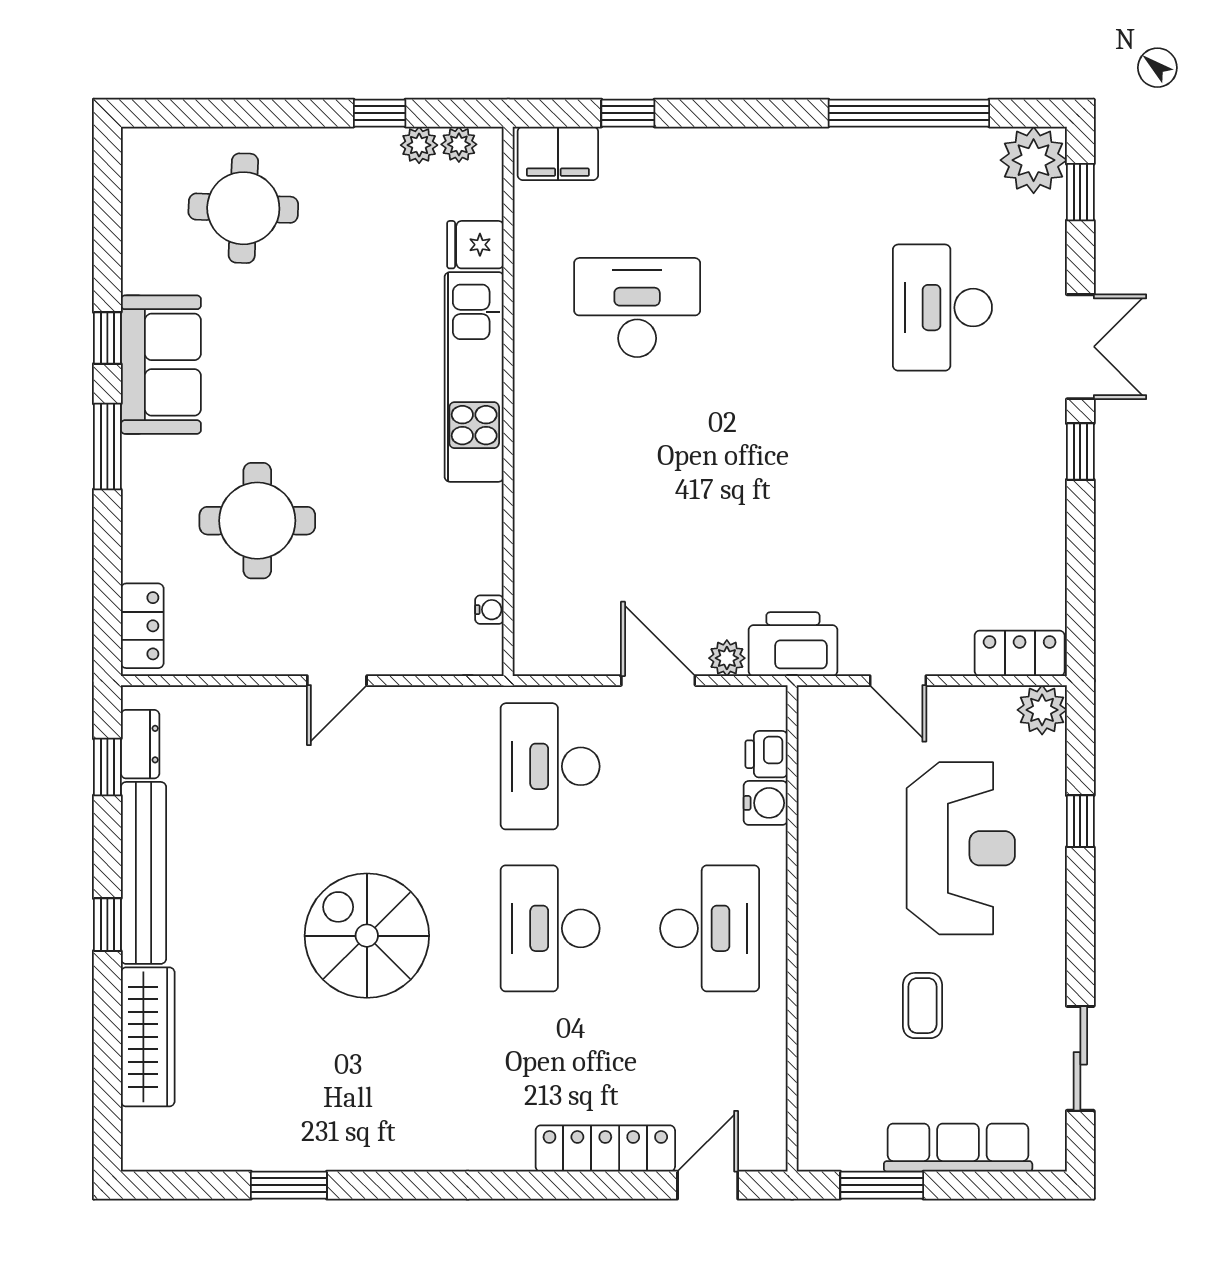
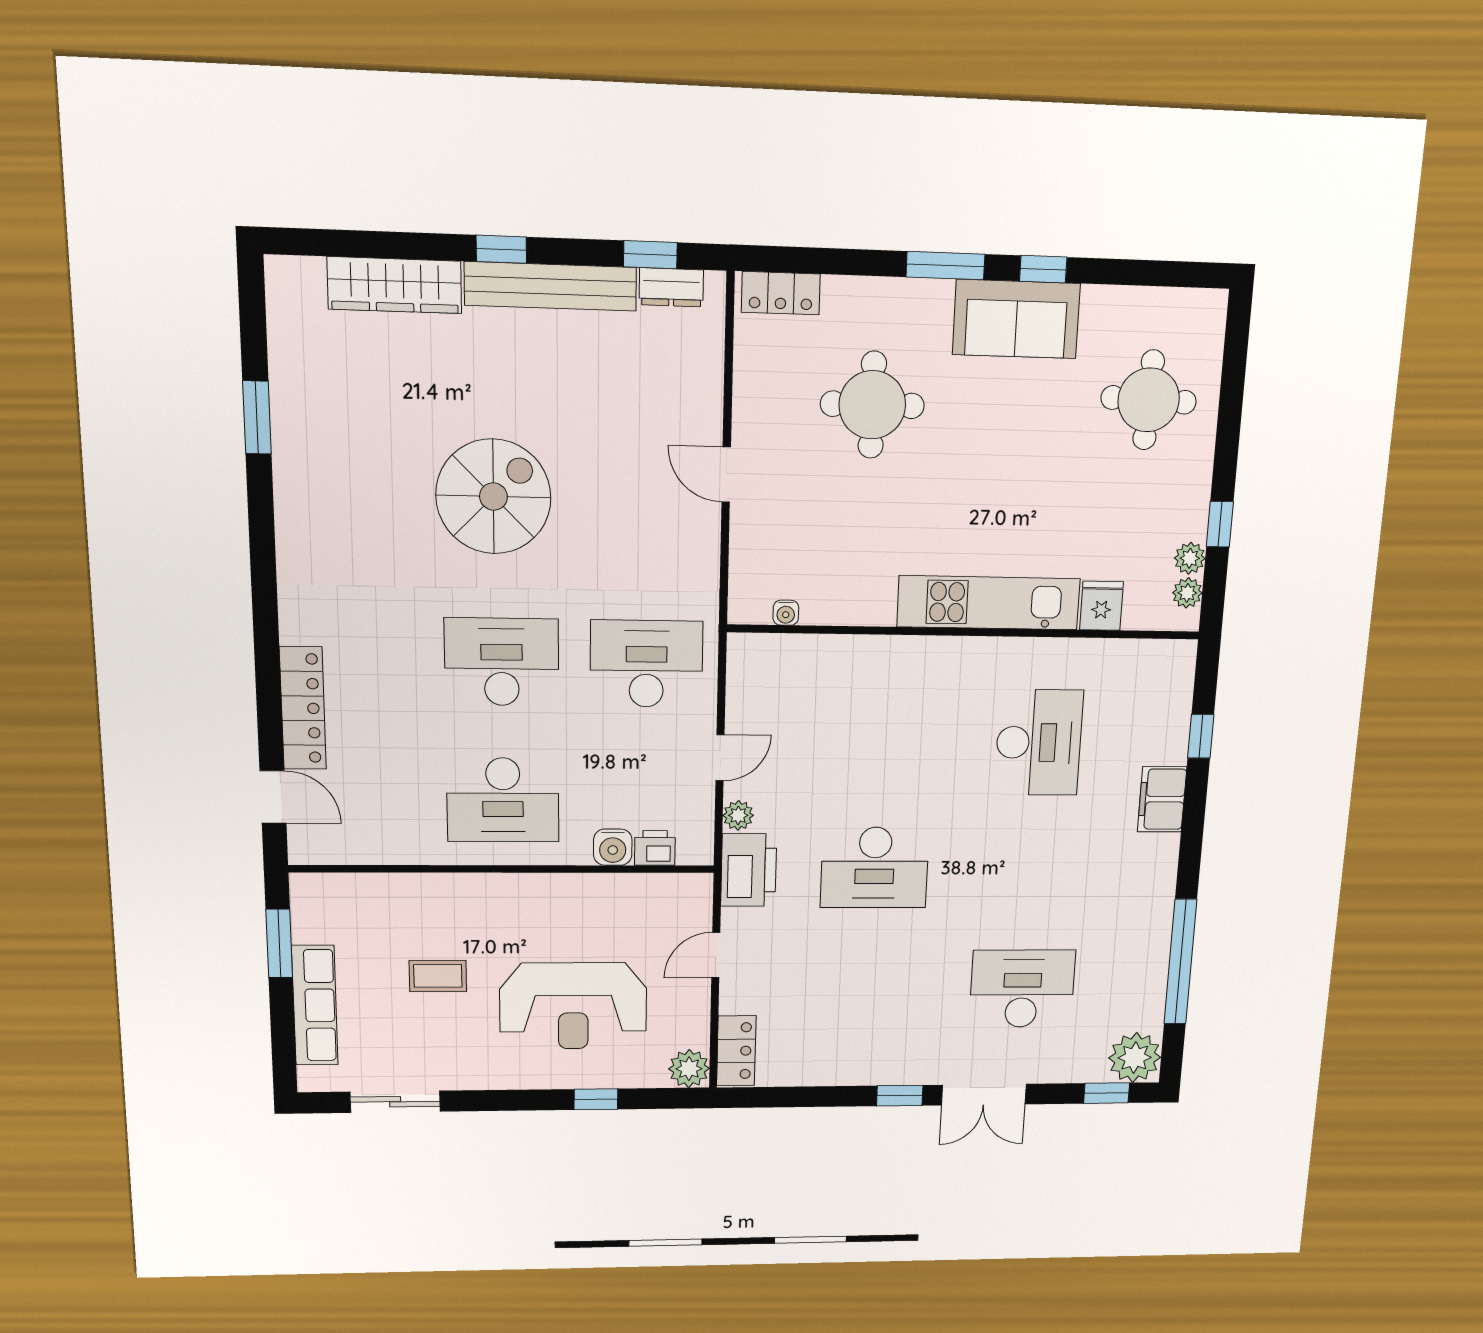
filing cabinet: (558, 153) -> (1162, 799), moved
desk: (790, 495) -> (875, 868), added
door: (658, 681) -> (720, 758), width x0.73

